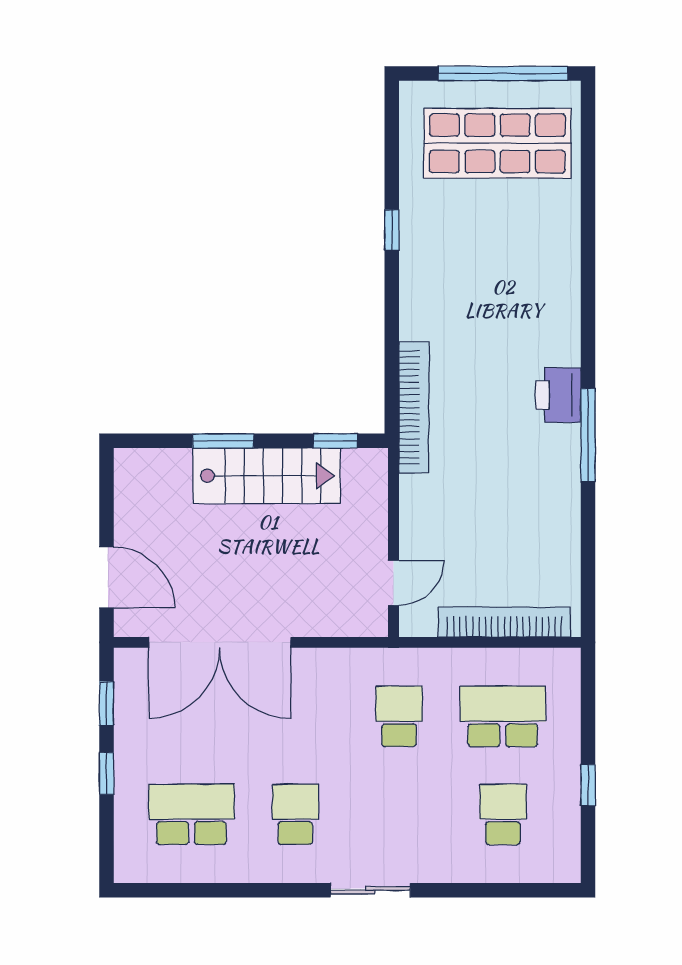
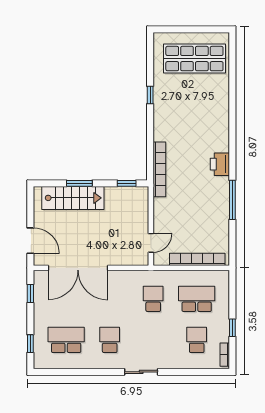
window: (503, 73) -> (197, 29), removed
window: (588, 435) -> (232, 200), moved
stairs: (266, 476) -> (73, 198), moved
window: (106, 774) -> (30, 344), moved
bookcase: (570, 849) -> (225, 355), added

